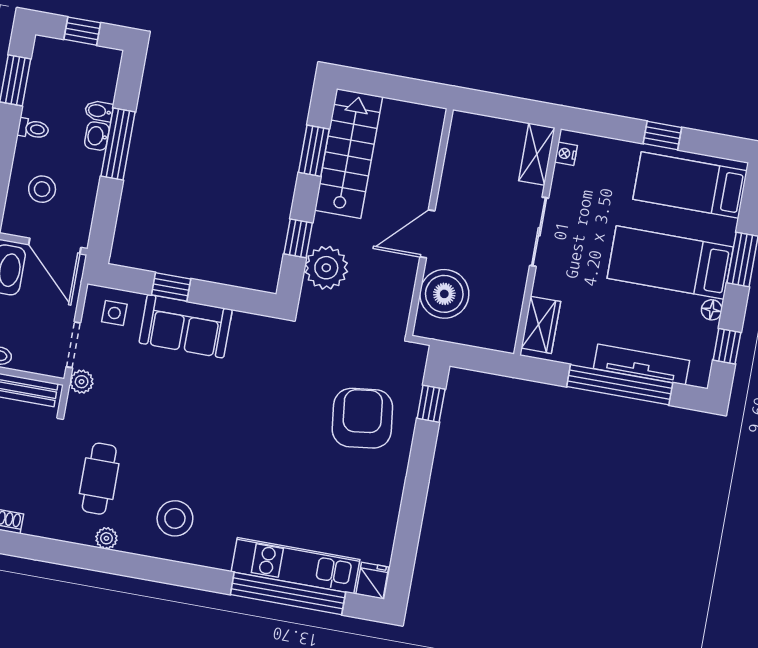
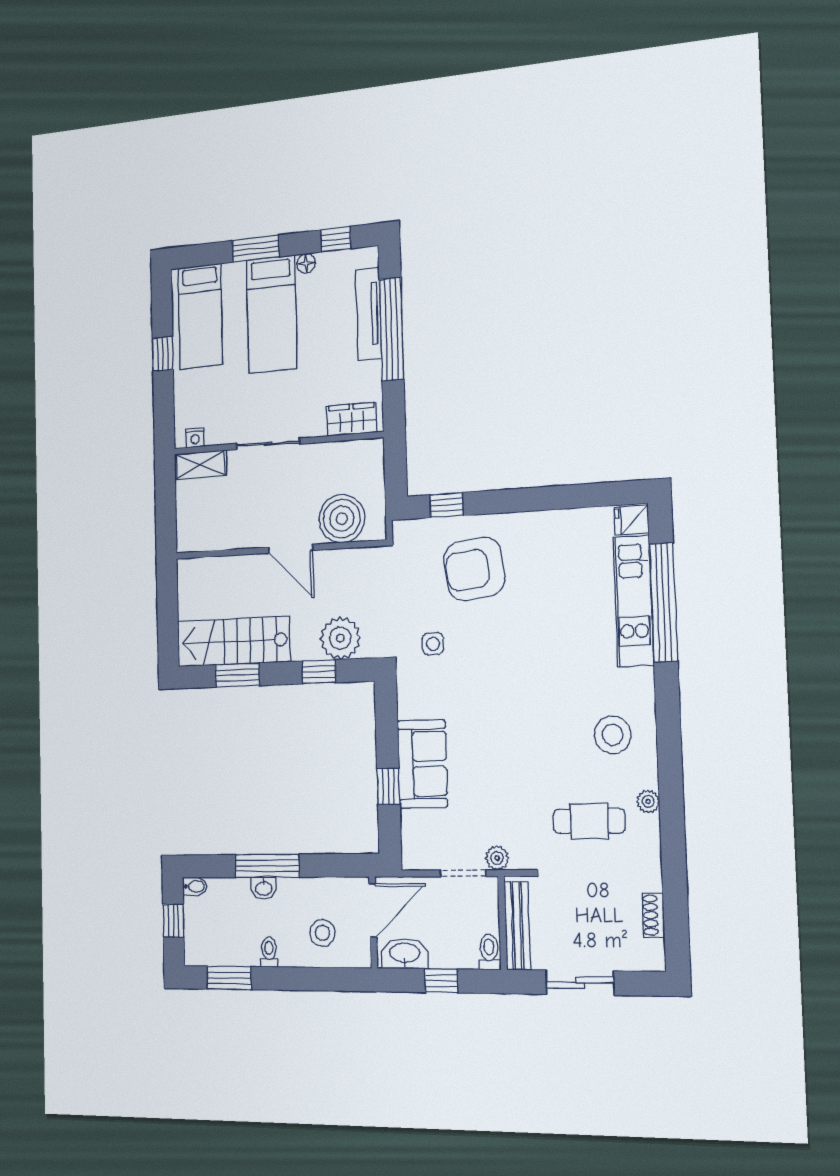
bidet: (99, 111) -> (195, 886), moved, turned -90
side table: (114, 313) -> (433, 644), moved

